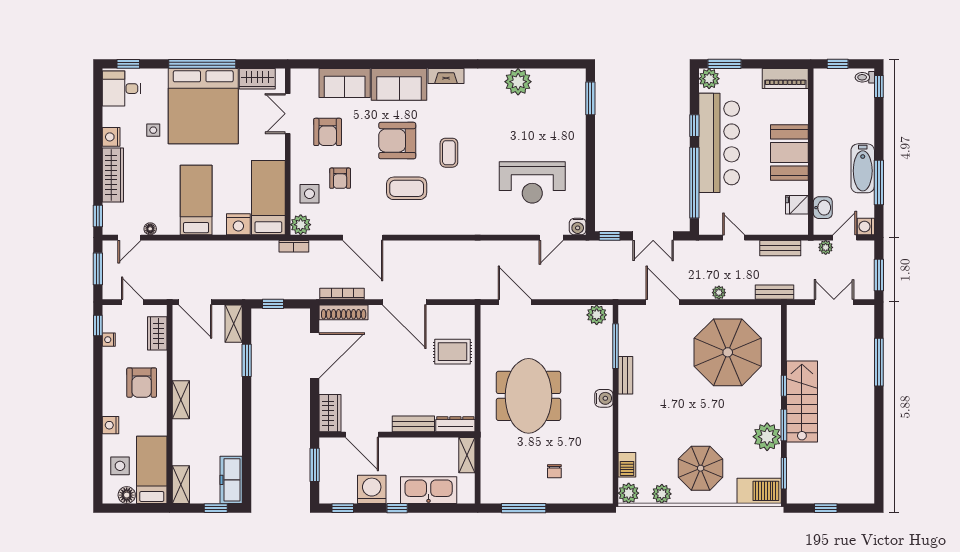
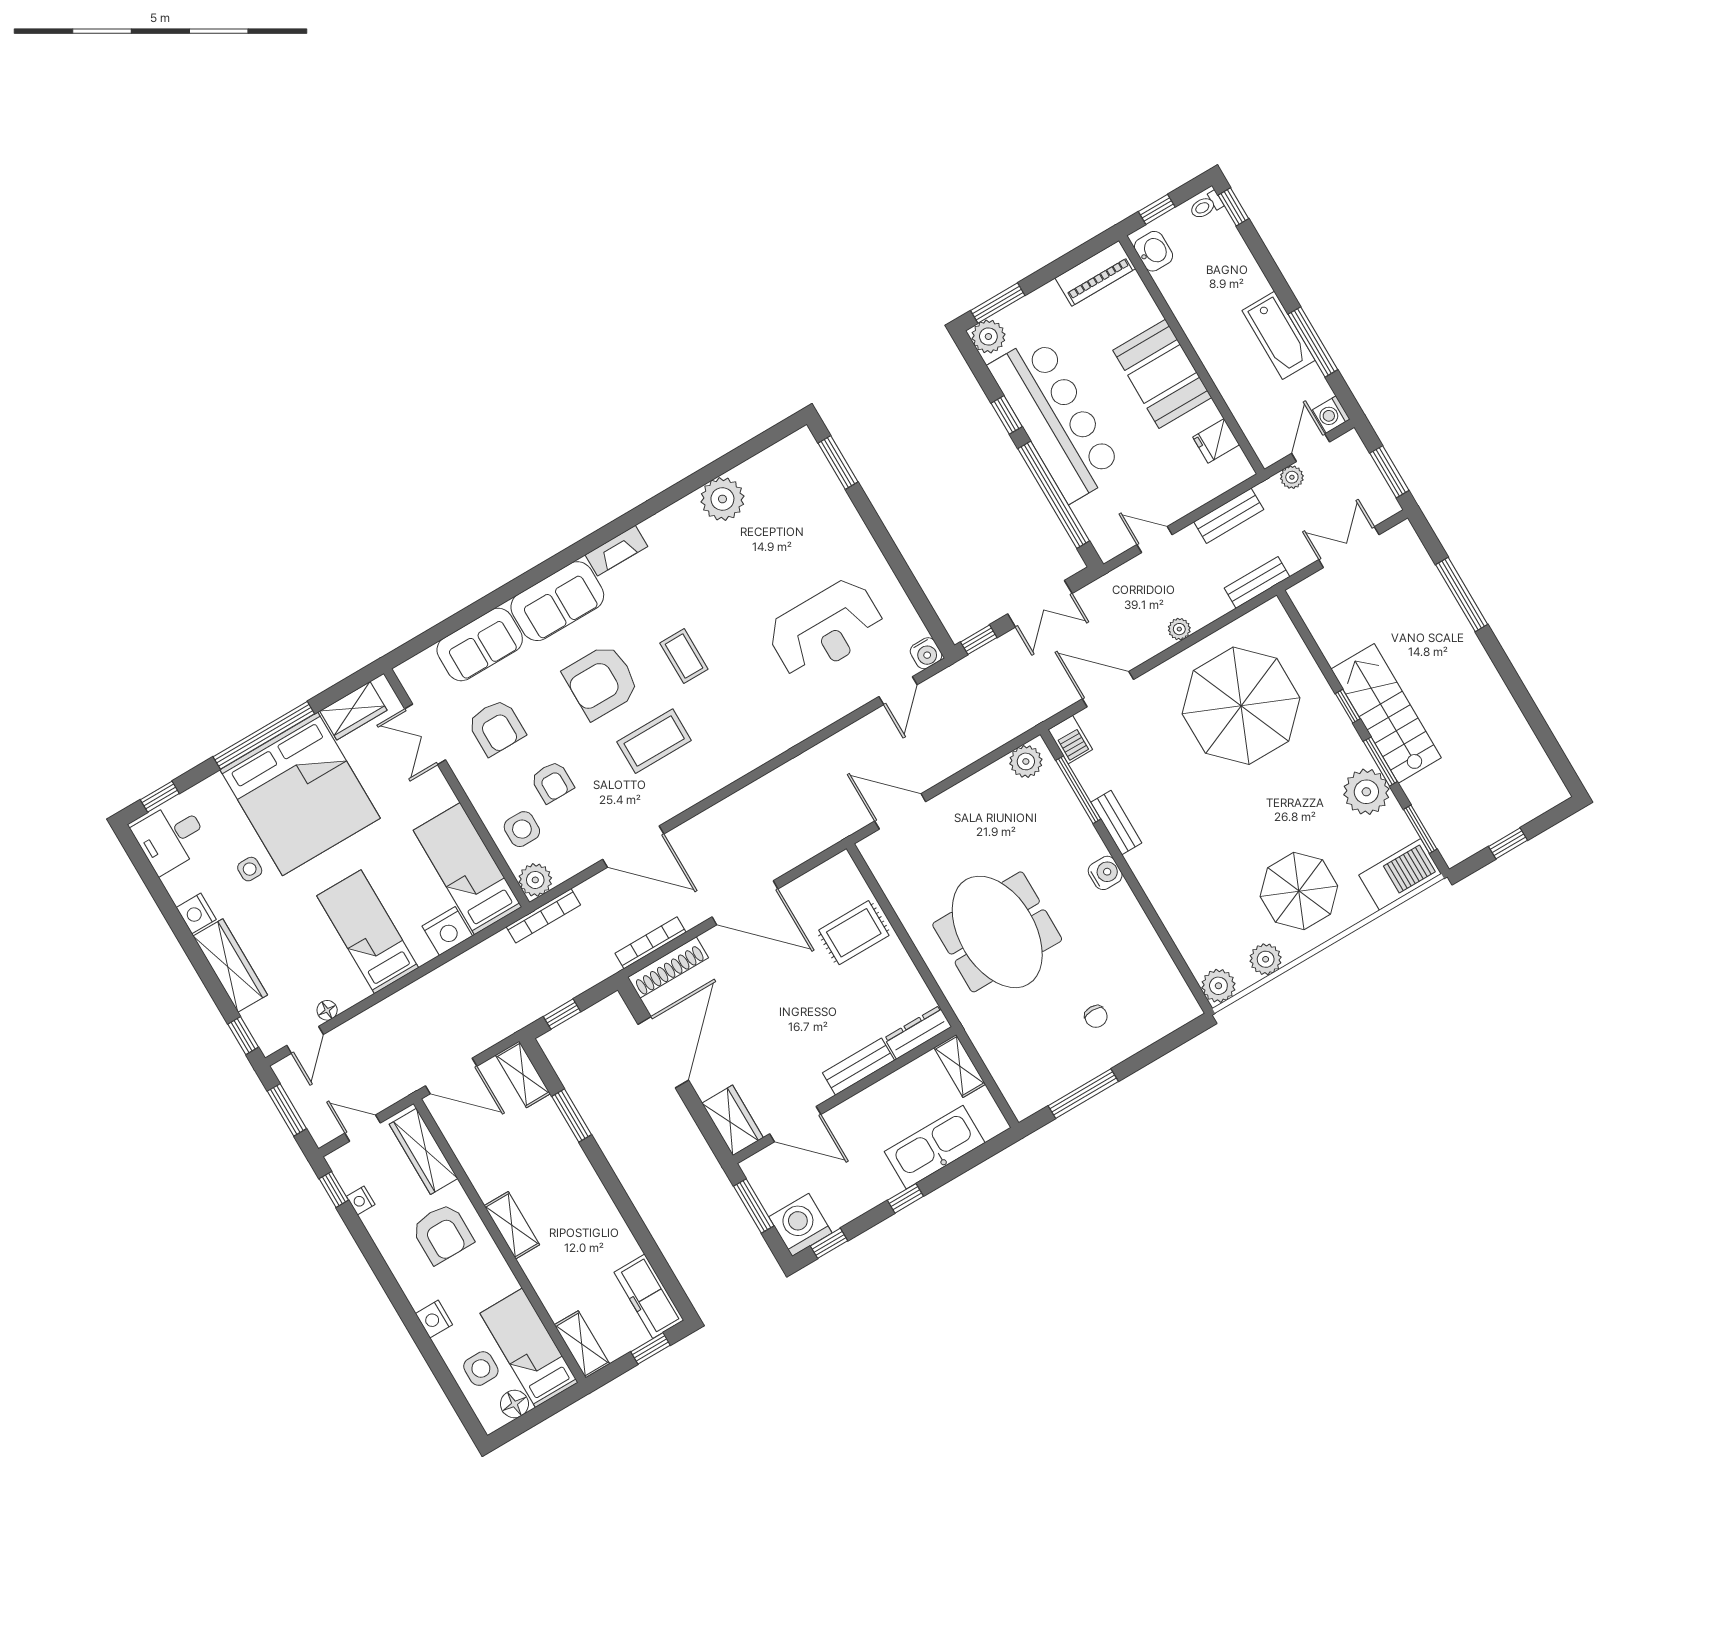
washbasin: (823, 208) -> (1153, 251), moved
bookcase: (294, 246) -> (543, 916), width x1.56
wardrobe: (157, 333) -> (423, 1151), width x1.50
barbecue: (627, 465) -> (1070, 740), moved
washing machine: (372, 489) -> (800, 1225), moved

